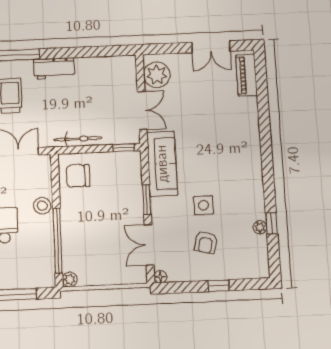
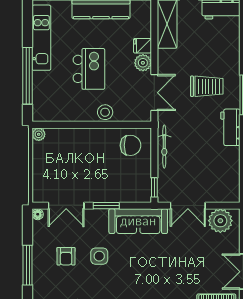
chair: (78, 176) -> (131, 145), turned 90
window: (58, 240) -> (73, 125), removed
armchair: (206, 242) -> (66, 256), turned -104
double door: (149, 245) -> (66, 206), swing flipped
window: (219, 286) -> (28, 265), width x2.17

